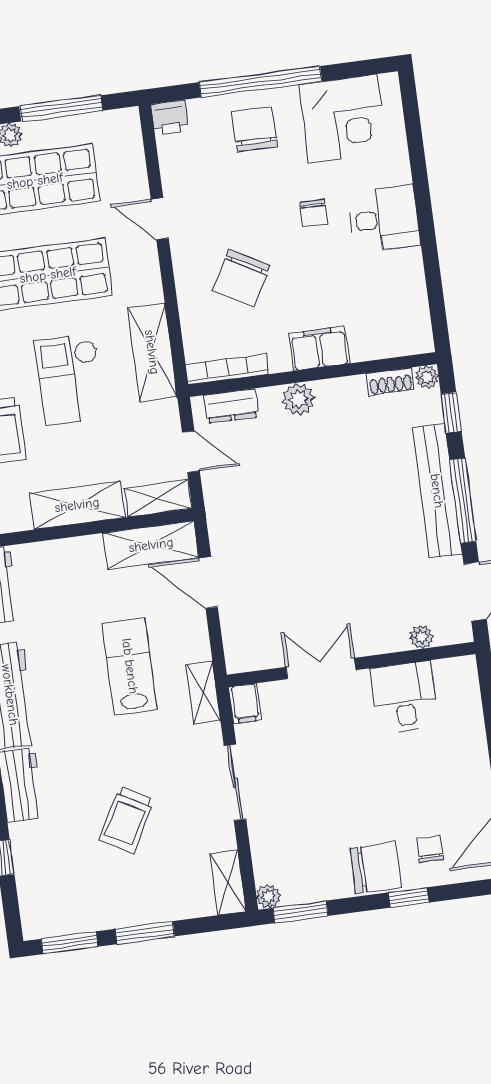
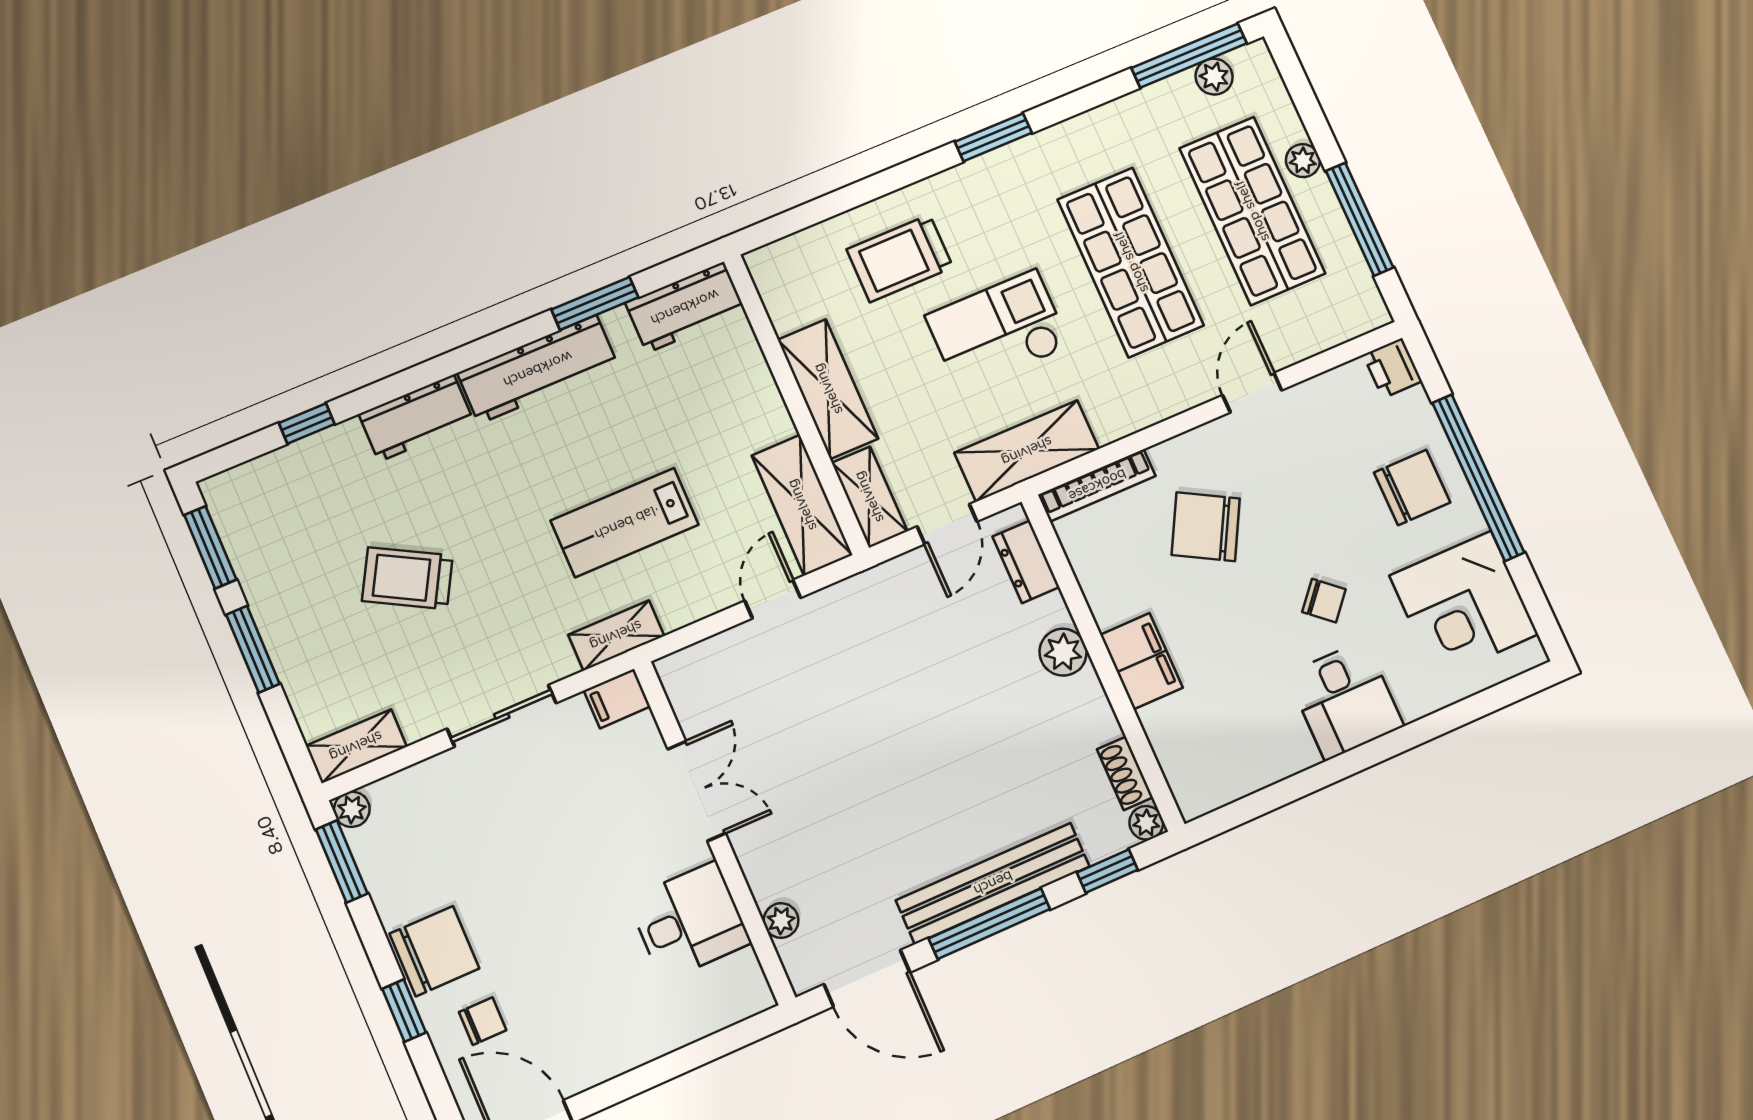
chair: (314, 213) -> (1324, 601), turned -139
shelving: (152, 352) -> (1027, 451), moved
bookcase: (227, 369) -> (1097, 485), moved, turned 90
door: (208, 582) -> (773, 599), width x0.73
lab bench: (130, 666) -> (625, 523), turned 180
chair: (376, 868) -> (434, 951), turned -90

